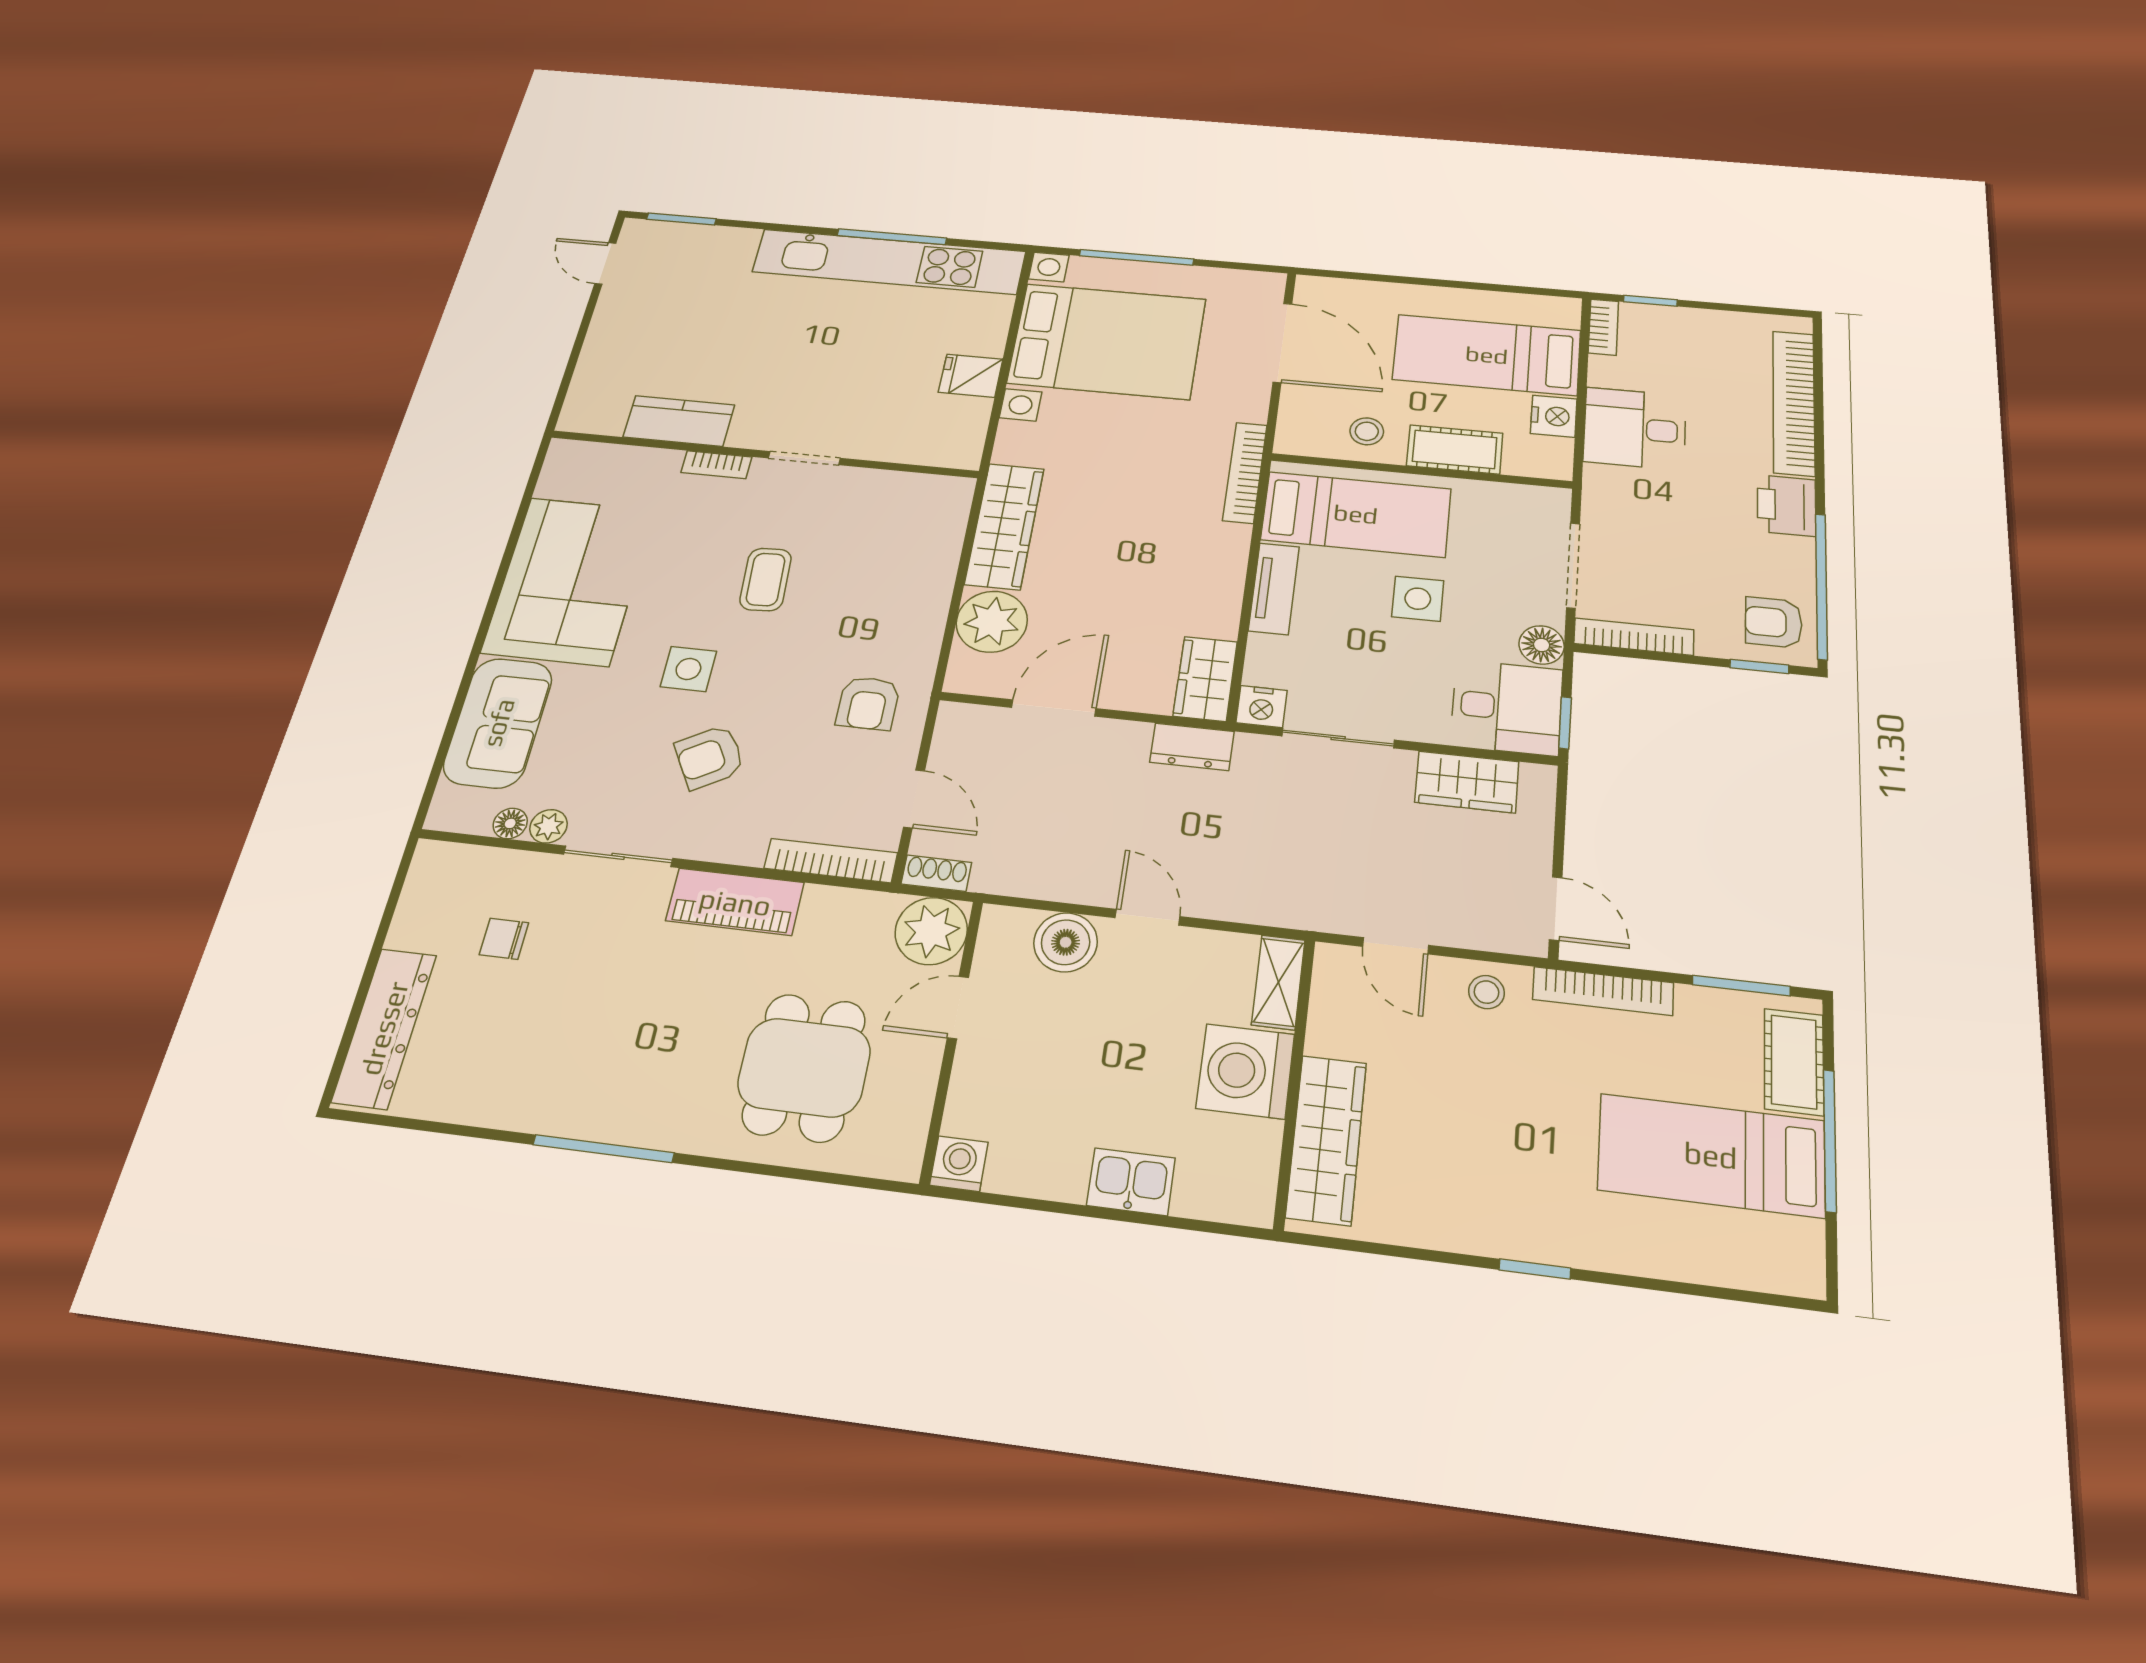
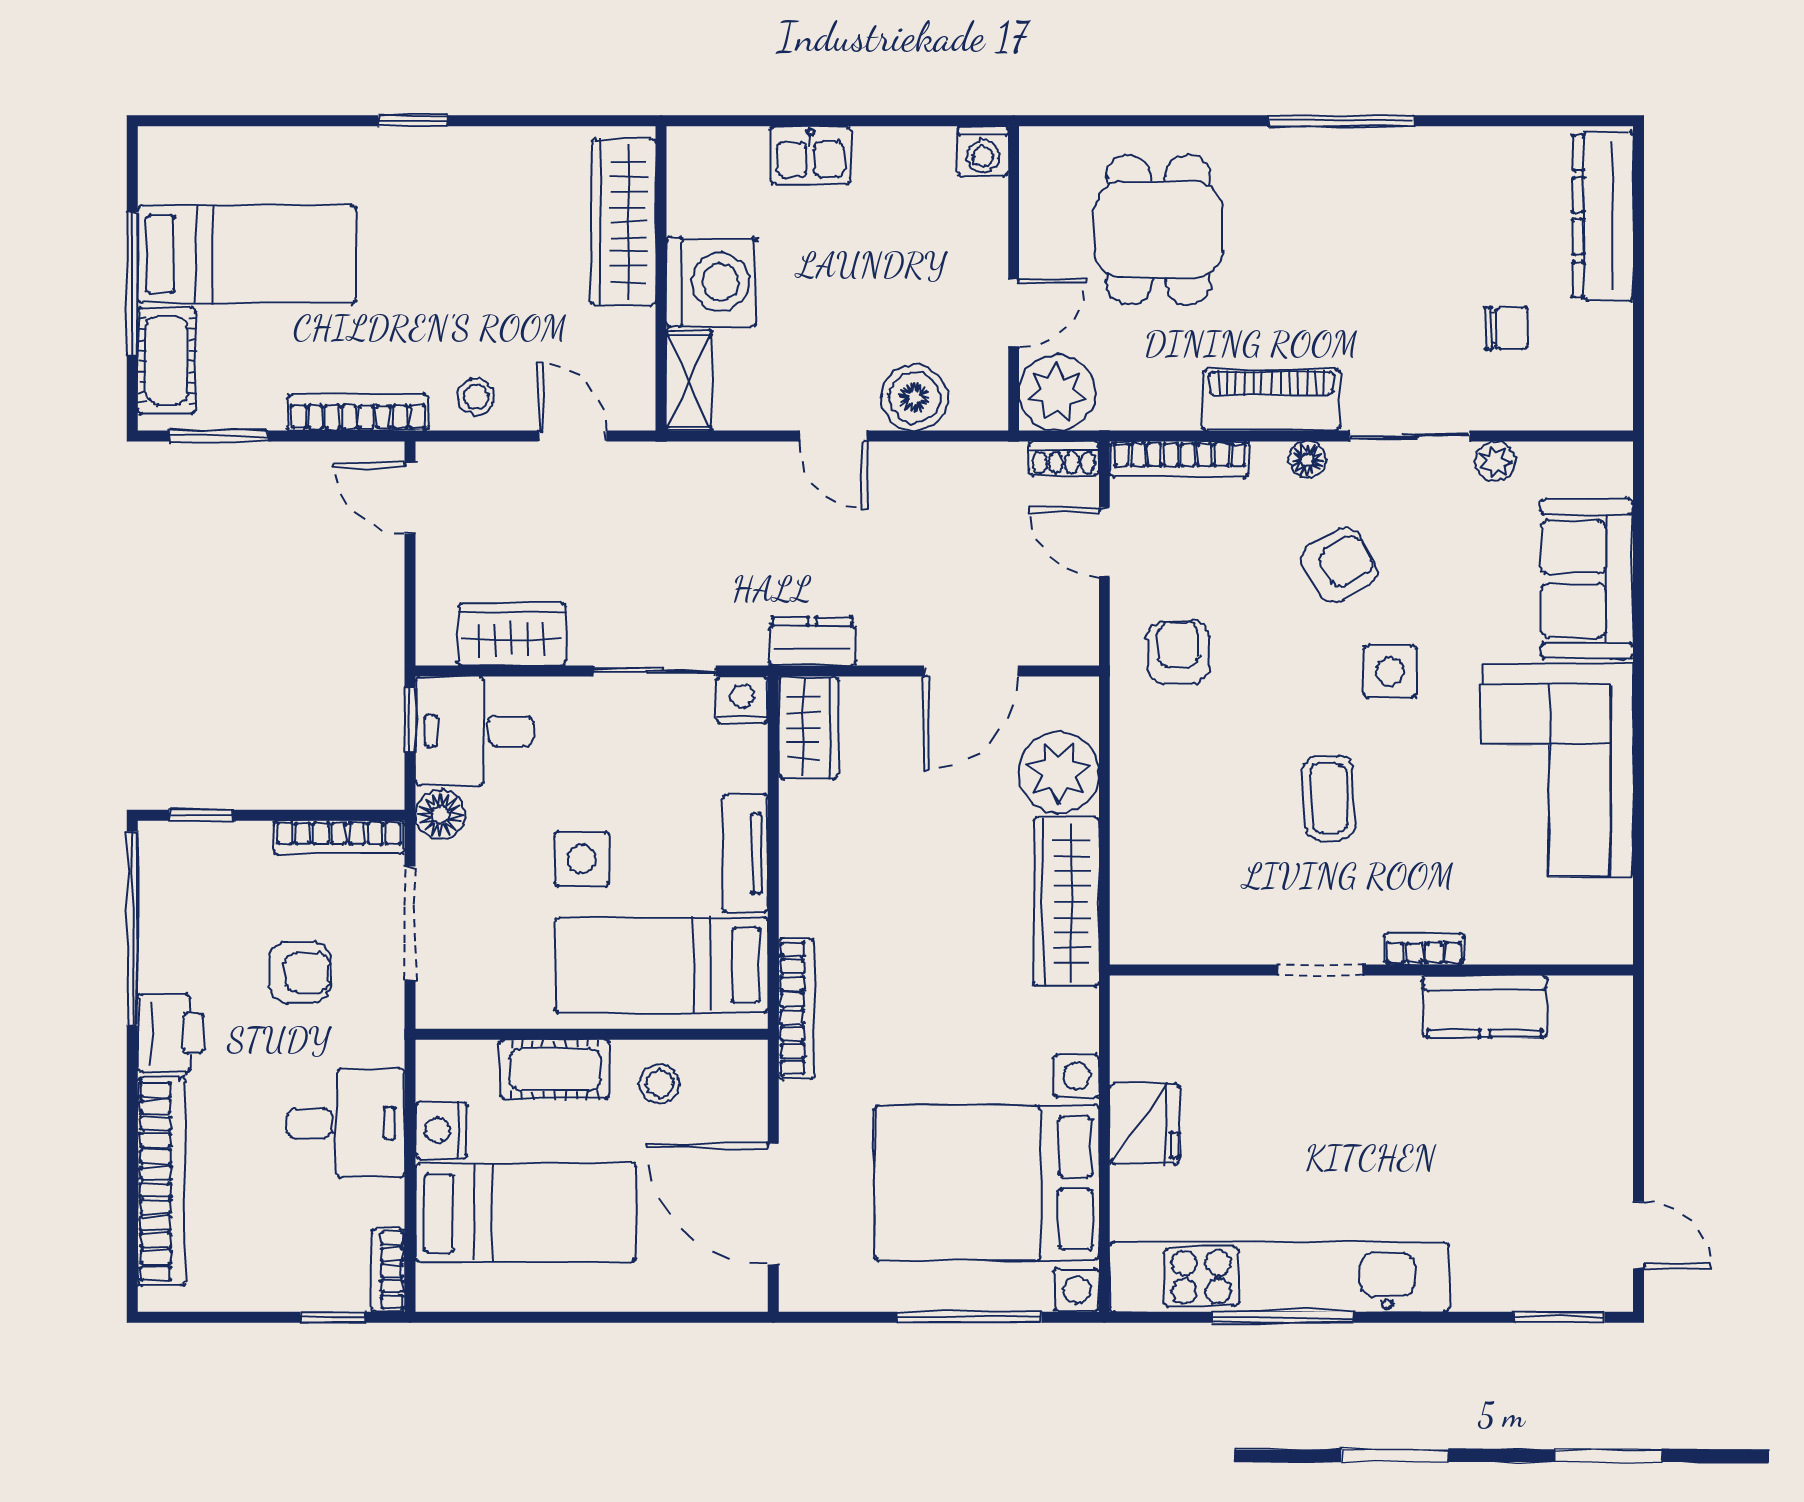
fridge: (971, 376) -> (1145, 1124), width x1.38
armchair: (1774, 622) -> (300, 972), moved
floor lamp: (510, 823) -> (1307, 460), moved

